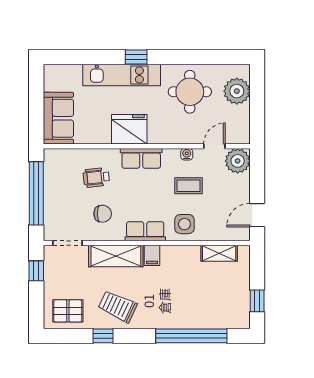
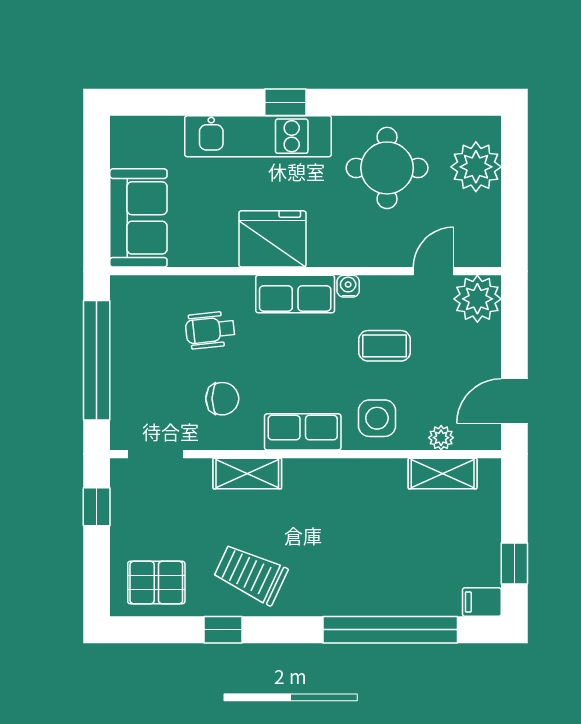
water cooler: (187, 154) -> (348, 286), moved
plant: (218, 234) -> (441, 438), added
filing cabinet: (152, 255) -> (482, 602), moved, turned 90
shelving: (116, 256) -> (247, 473), width x0.67, depth x0.75

